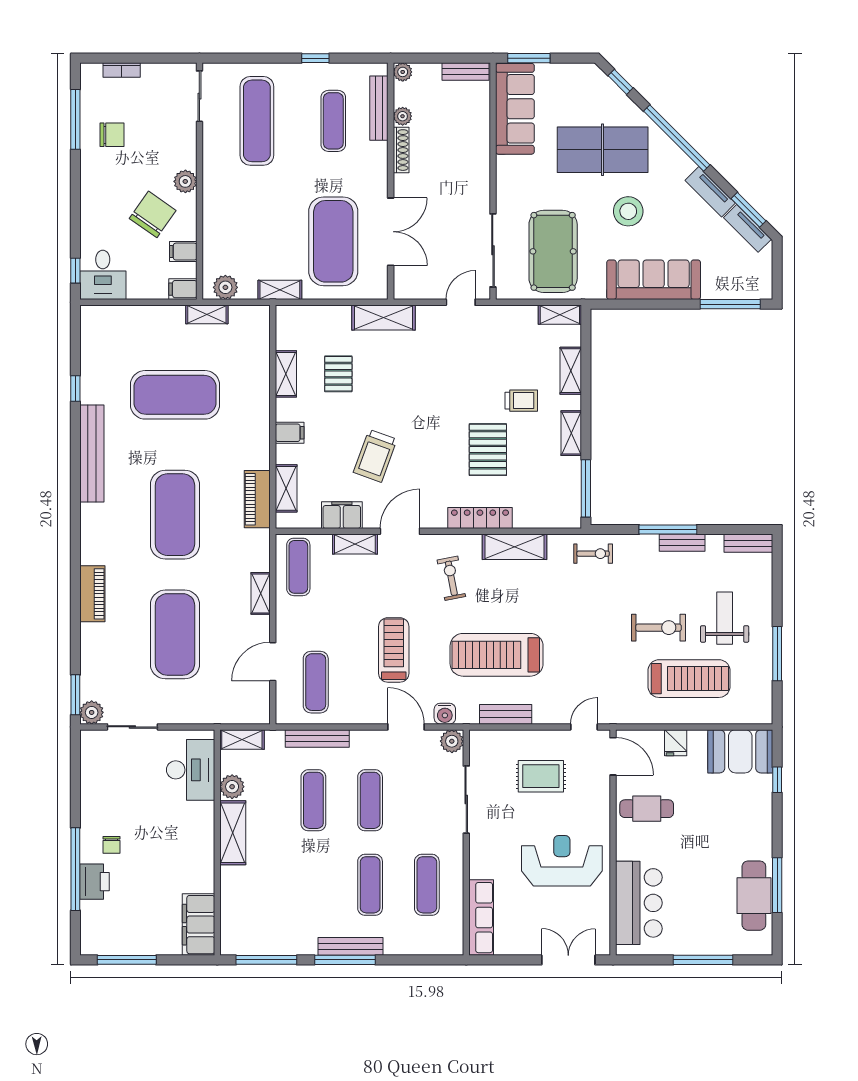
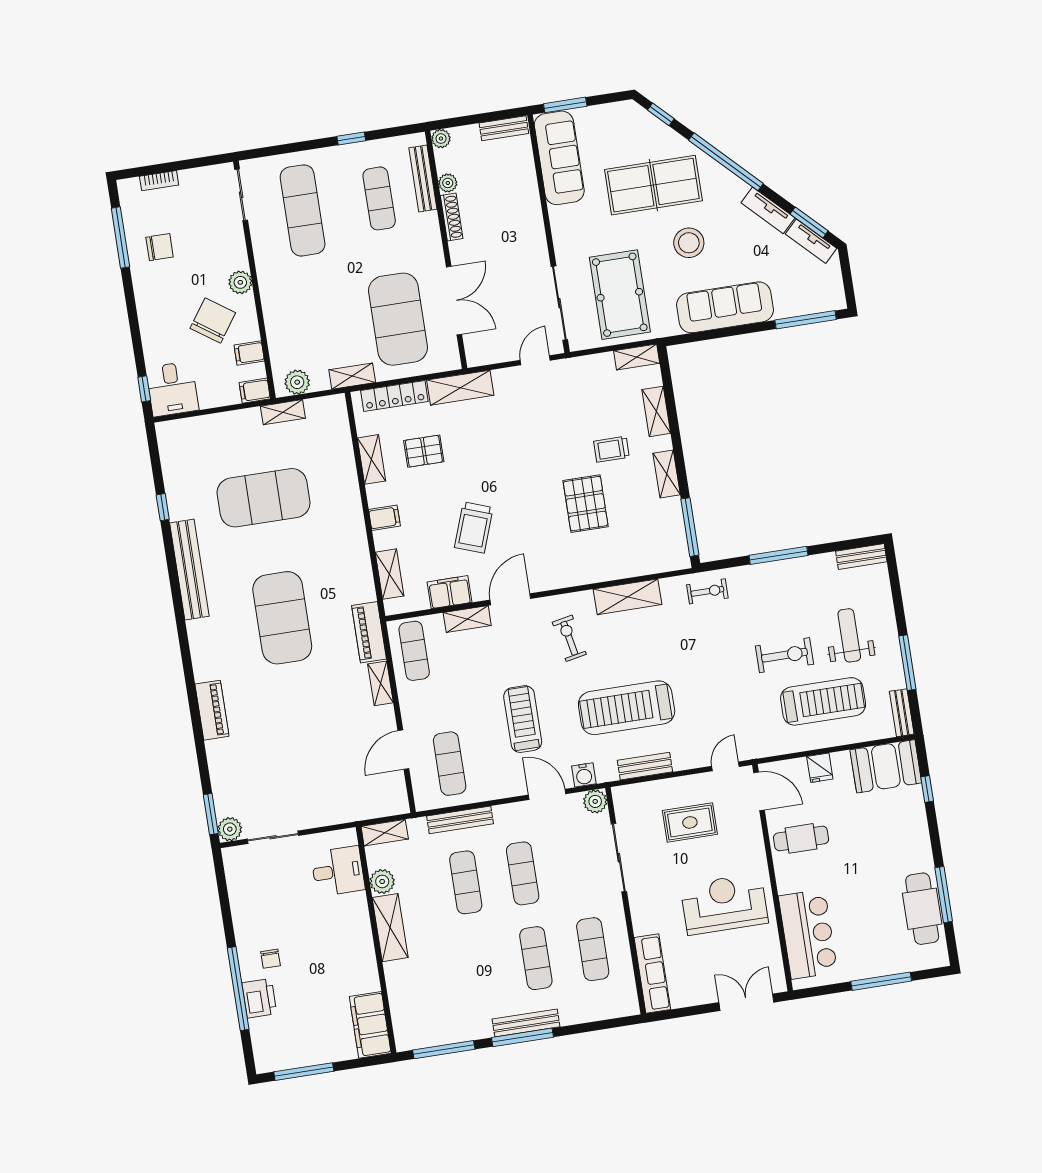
pallet: (338, 374) -> (424, 451), turned 90
trolley: (521, 401) -> (611, 449), turned 180
piano: (257, 499) -> (369, 632), moved
locker: (480, 518) -> (394, 396), moved, turned 180
bench: (682, 543) -> (902, 713), moved, turned 90
exercise mat: (175, 634) -> (301, 738), removed
desk: (191, 770) -> (338, 871), width x0.73

